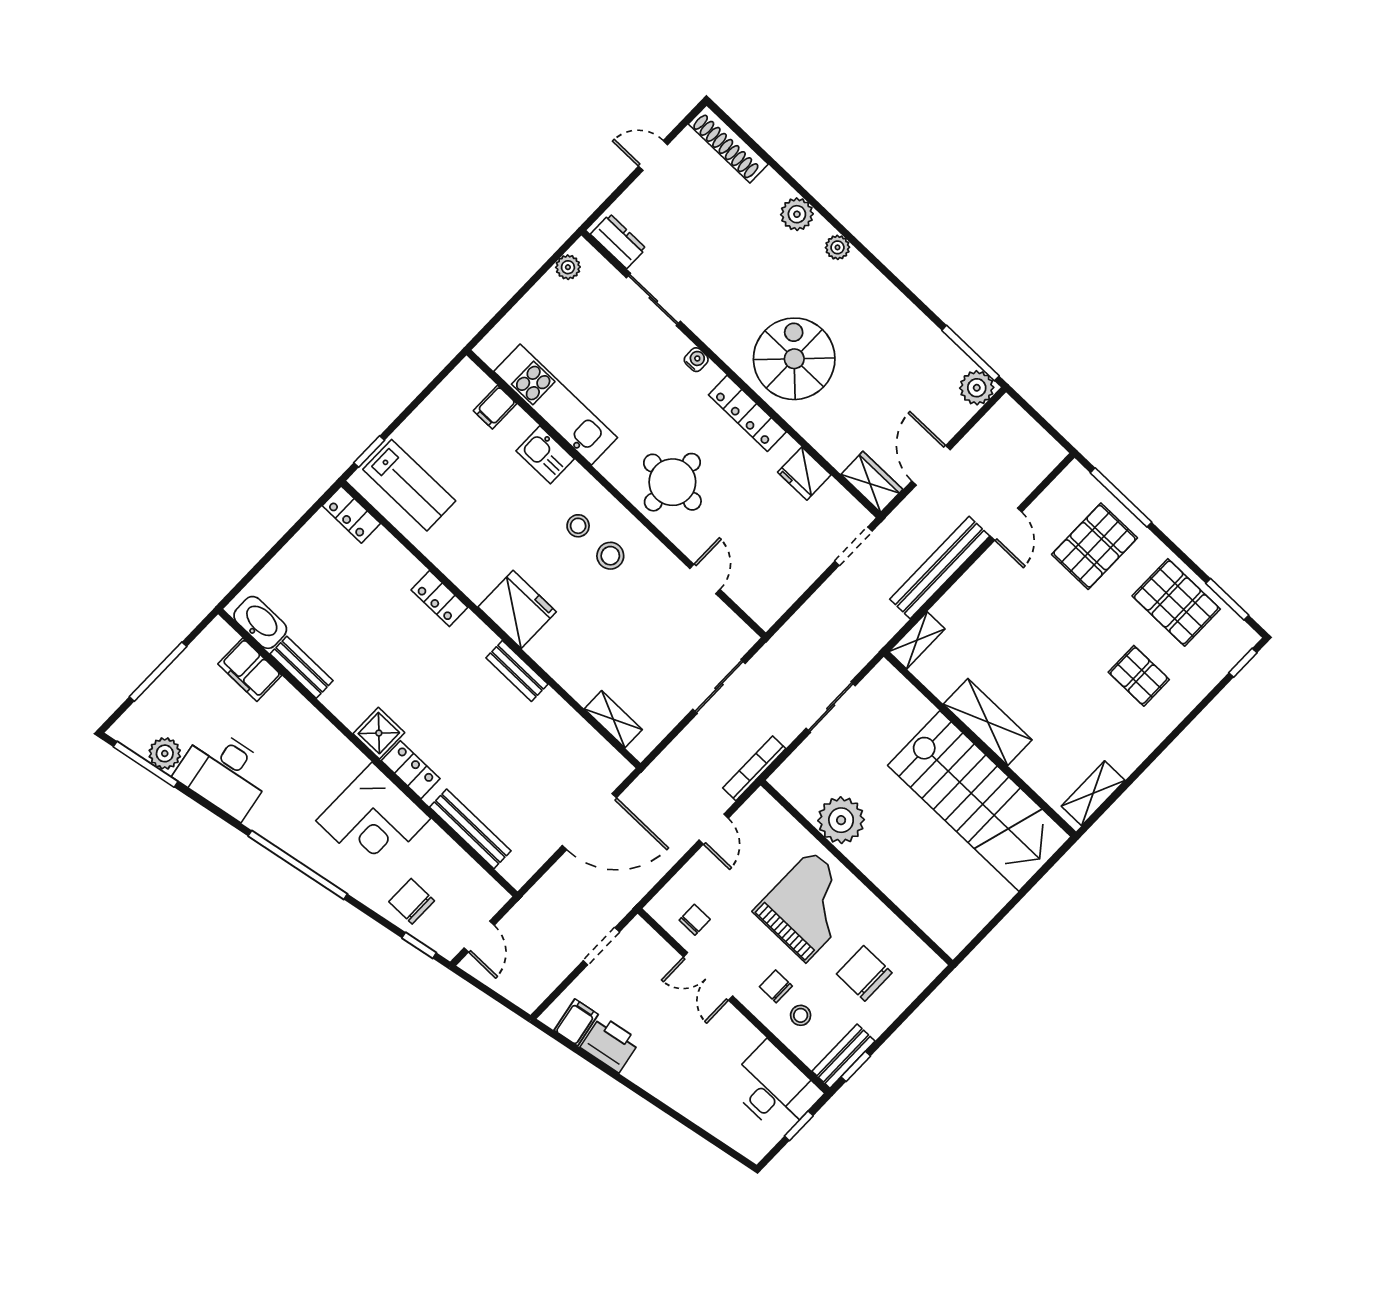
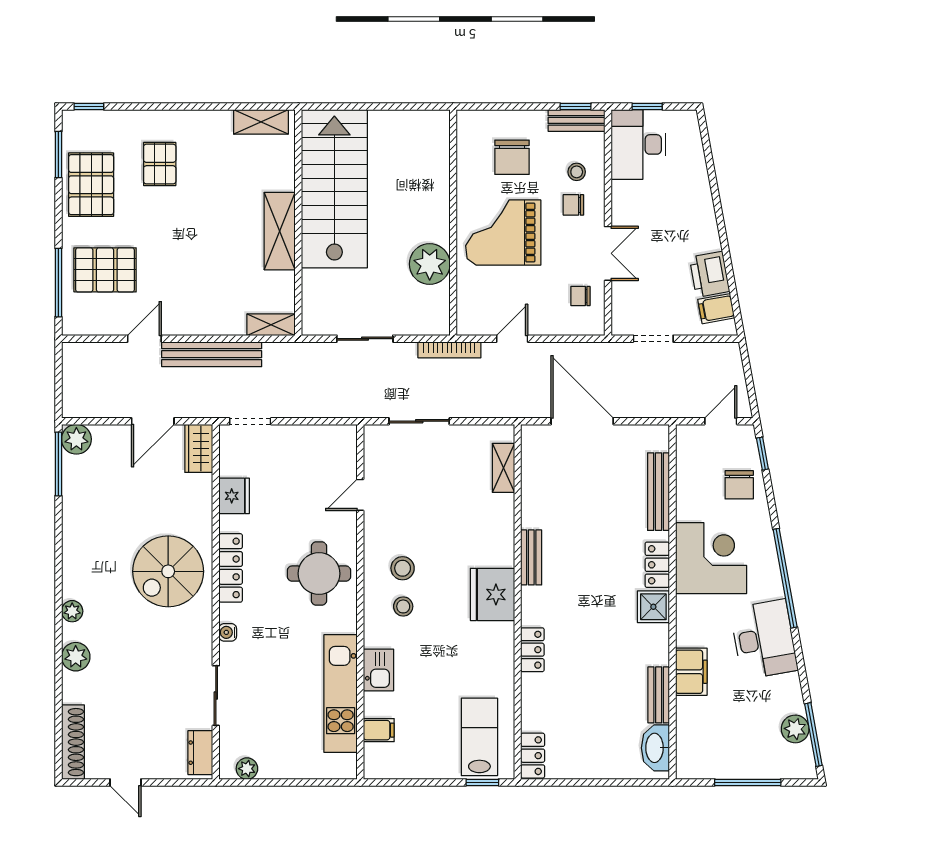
filing cabinet: (250, 670) -> (691, 672), moved
desk: (224, 773) -> (764, 639), moved
chair: (776, 986) -> (573, 205), turned 90

